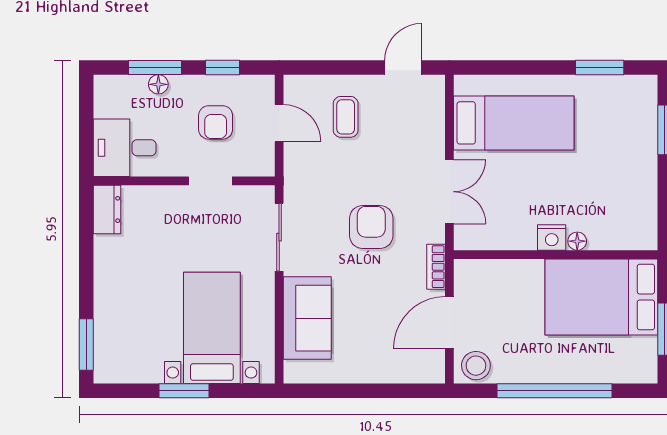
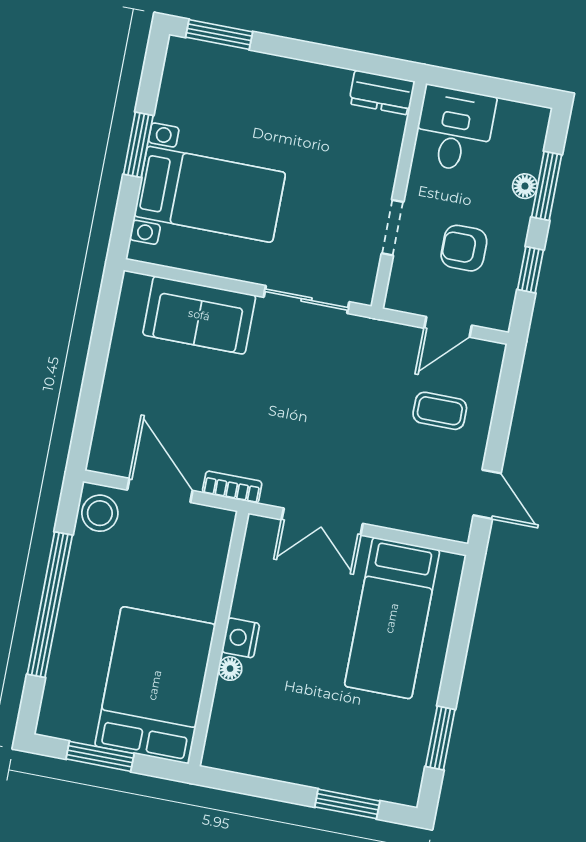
armchair: (371, 227) -> (297, 416), removed

